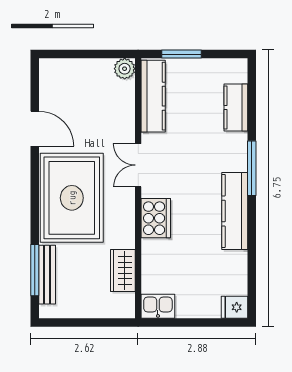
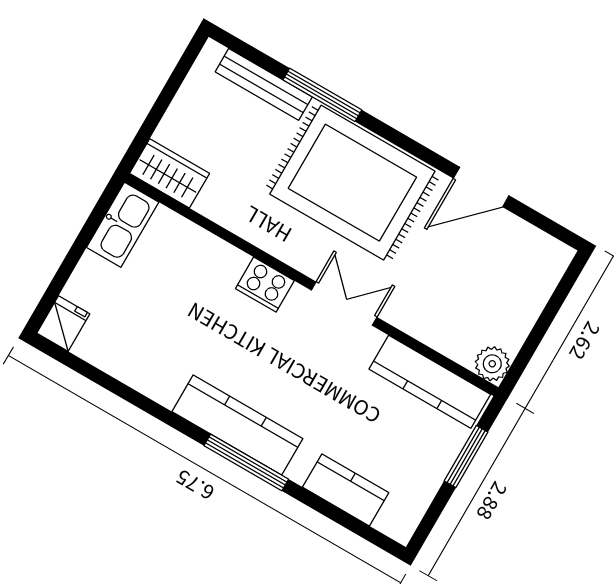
kitchen counter: (235, 211) -> (237, 425), moved
cooker: (156, 218) -> (265, 285), width x0.73, depth x0.76
window: (35, 270) -> (322, 95), moved
wardrobe: (123, 271) -> (170, 173), moved
kitchen sink: (158, 306) -> (123, 225), width x1.38

